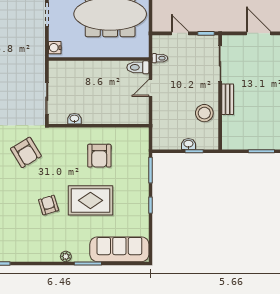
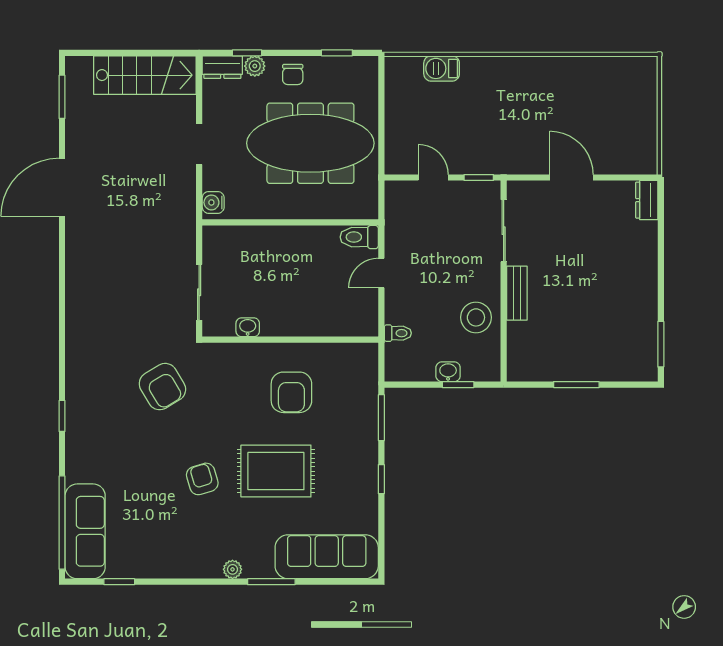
toilet: (160, 58) -> (398, 333), moved

